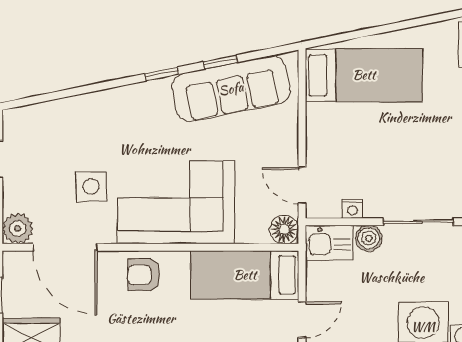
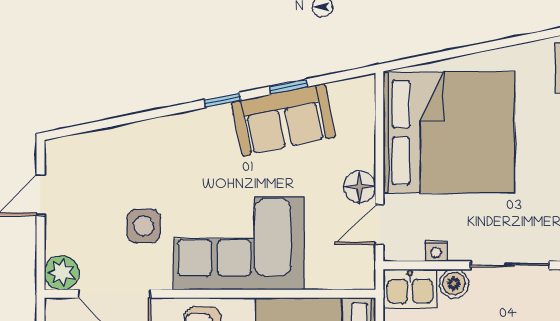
bed: (364, 75) -> (449, 132), width x2.04
sofa: (231, 89) -> (283, 120), width x0.73
door: (302, 185) -> (379, 225), hinge flipped
floor lamp: (284, 229) -> (360, 187), moved

